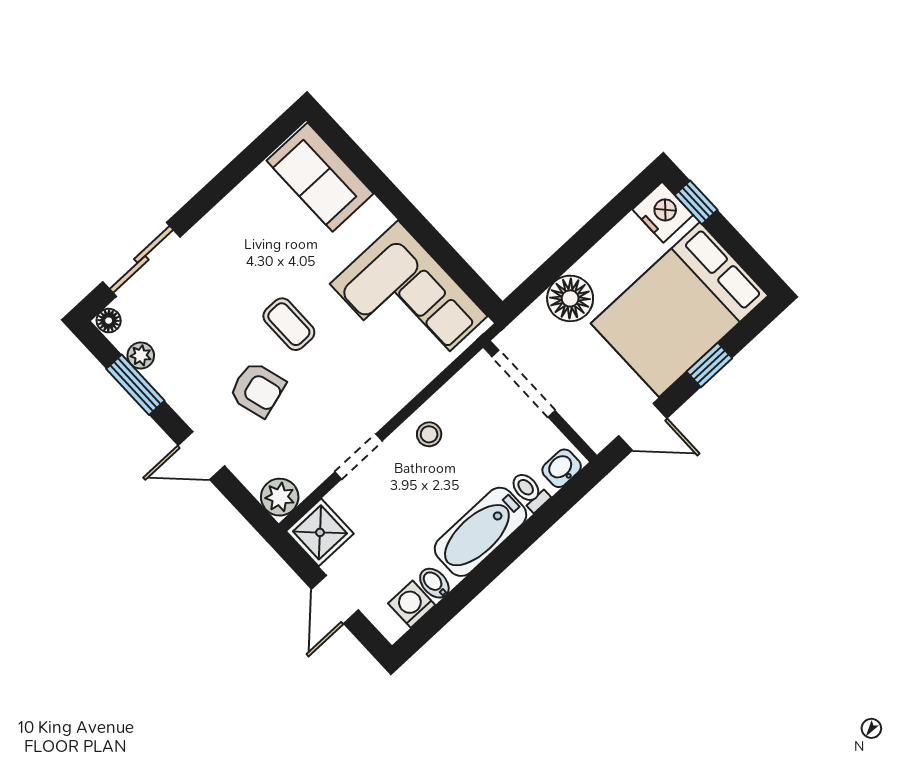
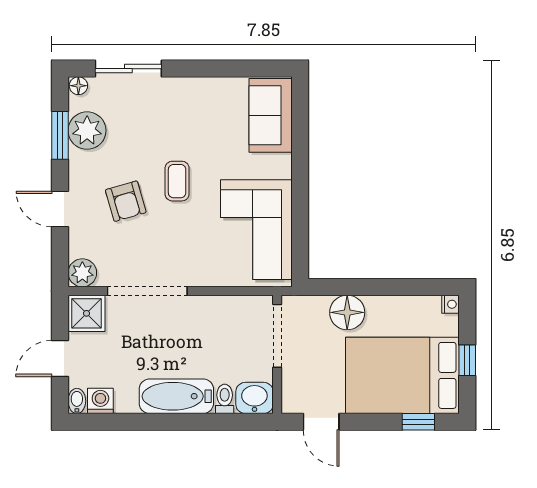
window: (696, 202) -> (467, 360), moved
nightstand: (663, 212) -> (451, 304), width x0.53, depth x0.56
plant: (141, 355) -> (87, 131), width x1.87, depth x1.87
window: (709, 365) -> (418, 422), moved
stool: (429, 434) -> (198, 315), removed
doorway: (359, 456) -> (147, 291), width x1.88
washbasin: (562, 468) -> (254, 398), width x1.38, depth x1.45
bidet: (434, 583) -> (77, 401), moved

